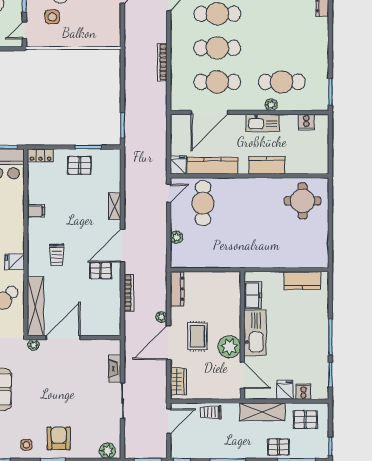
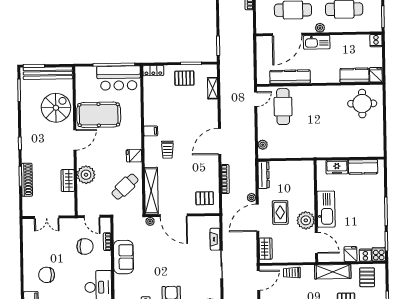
plant: (271, 105) -> (320, 28), moved
cooker: (306, 122) -> (376, 41), moved
kitchen sink: (263, 123) -> (317, 42), moved
fridge: (178, 165) -> (376, 75), moved
kitchen counter: (267, 165) -> (354, 75), moved
shelving: (115, 206) -> (213, 88), moved
filing cabinet: (36, 211) -> (151, 131), moved
plant: (177, 237) -> (263, 145), moved
pallet: (101, 271) -> (205, 198), moved
freezer: (253, 295) -> (337, 167), moved, turned 90
door: (63, 338) -> (174, 215), swing flipped
cooker: (320, 391) -> (379, 254), added
pallet: (305, 420) -> (367, 277), turned 90

